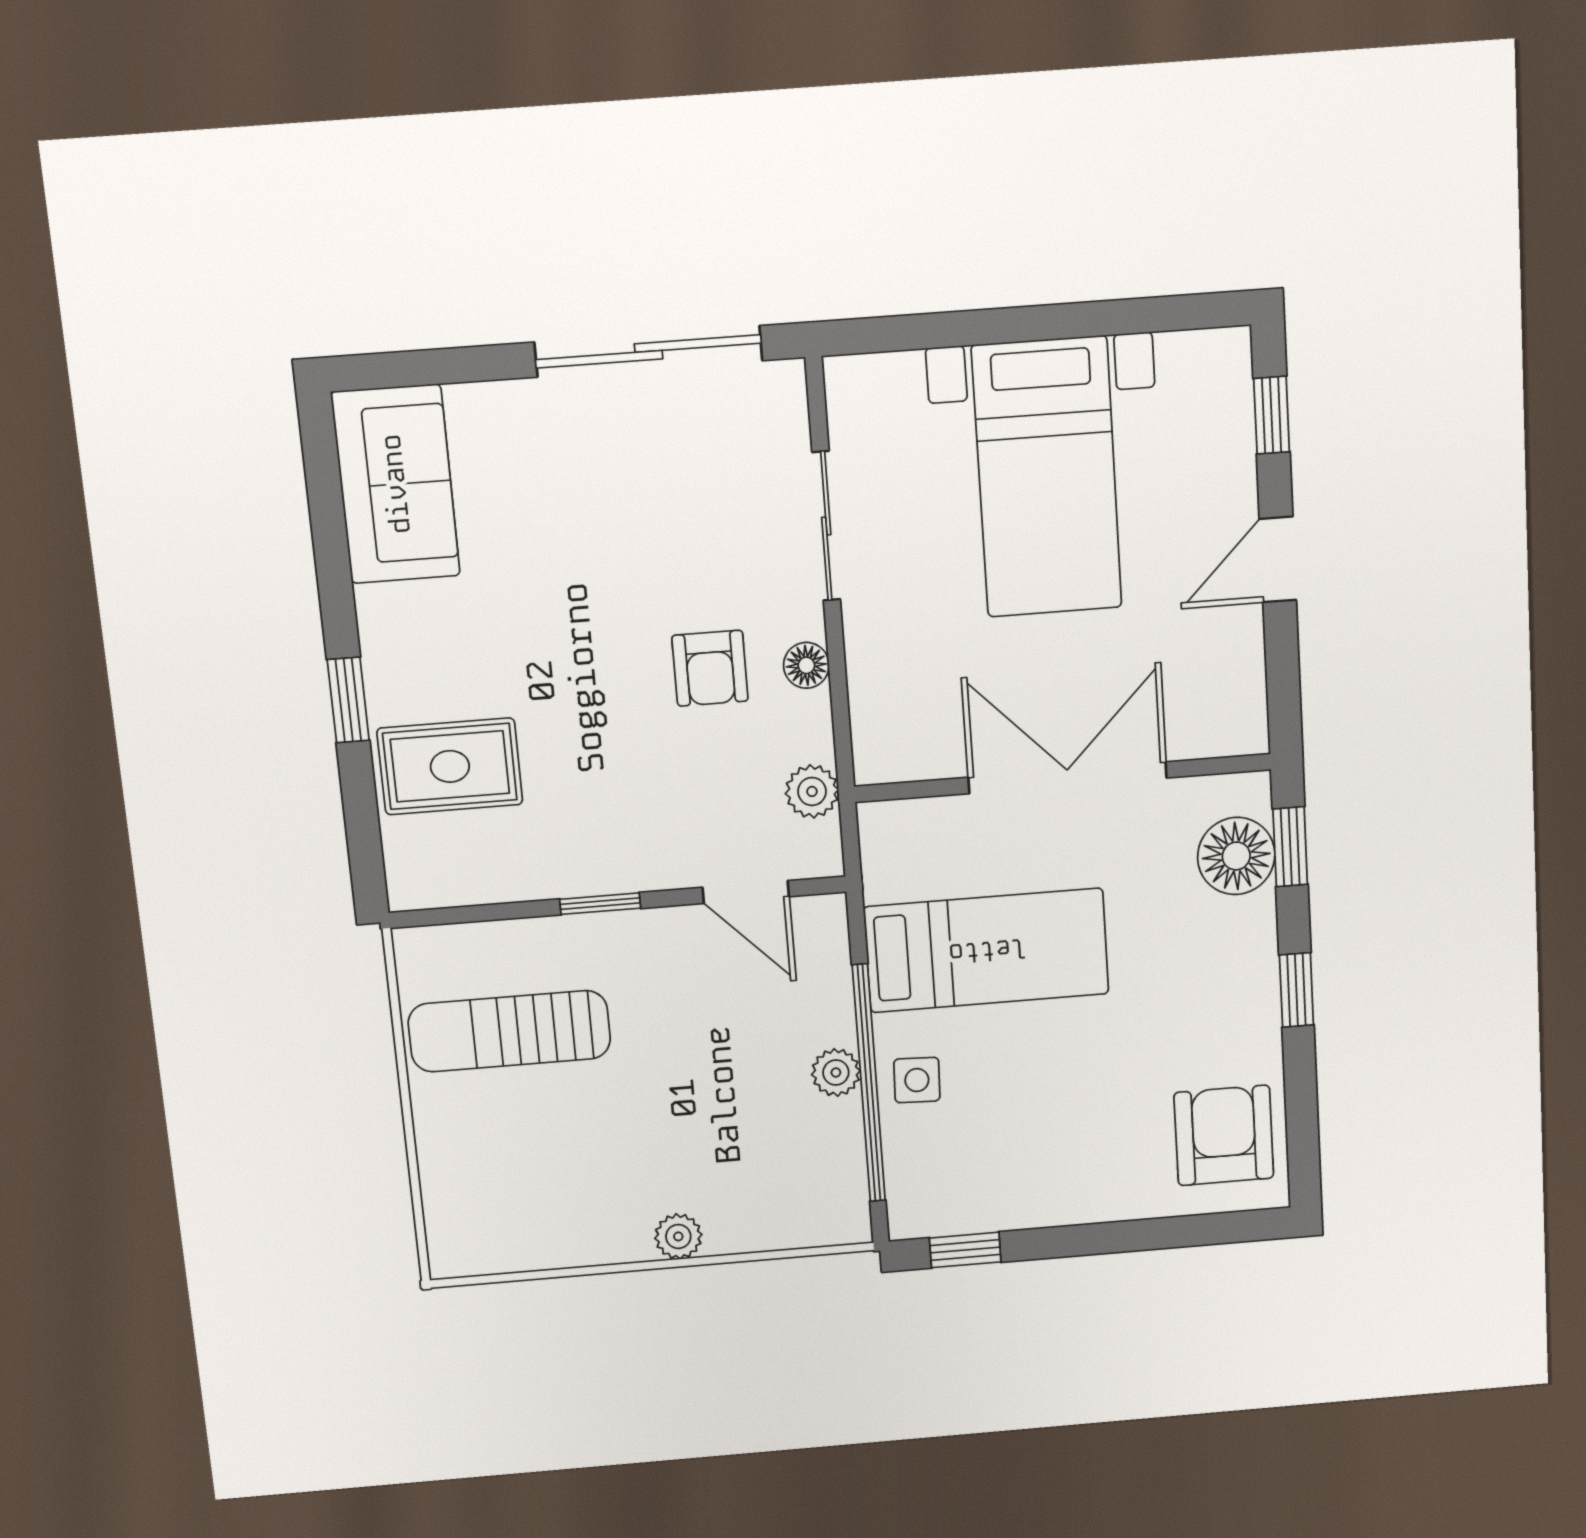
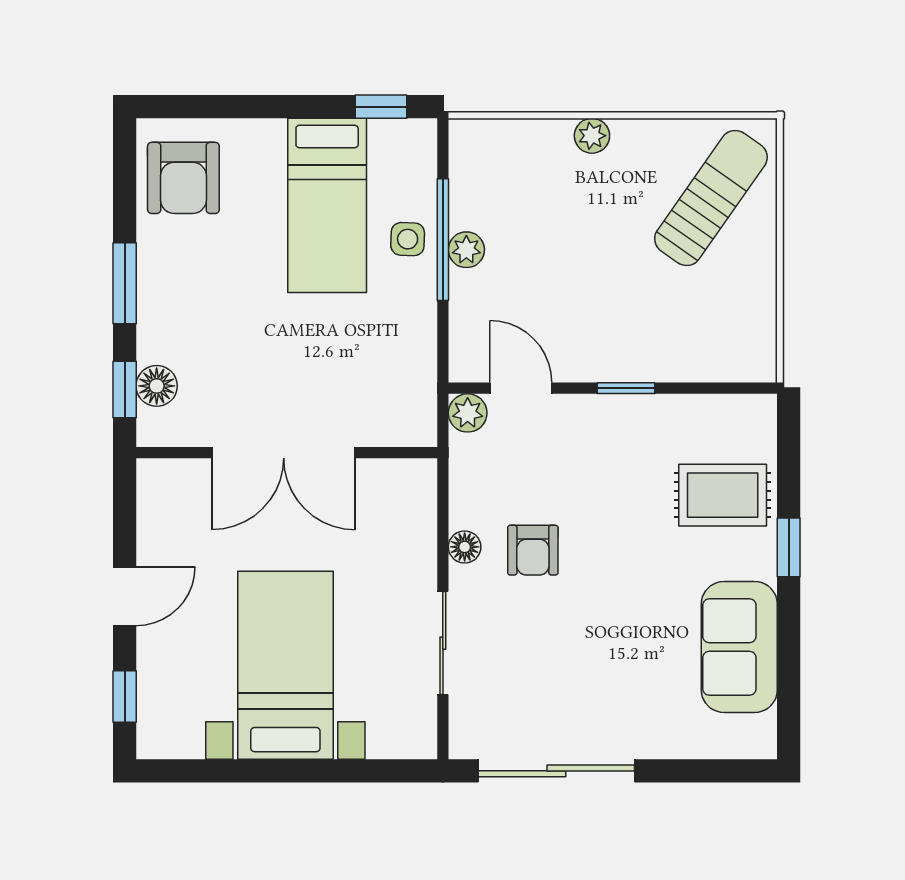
sofa: (396, 484) -> (739, 647), moved
armchair: (710, 668) -> (533, 550), turned 180
plant: (812, 791) -> (468, 413), moved
floor lamp: (1236, 856) -> (157, 386), width x0.73, depth x0.73
bed: (987, 950) -> (327, 205), moved, turned -90
window: (1296, 990) -> (125, 283), width x1.50
sun lounger: (509, 1031) -> (711, 198), moved, turned -55
window: (869, 1083) -> (443, 240), width x0.68

